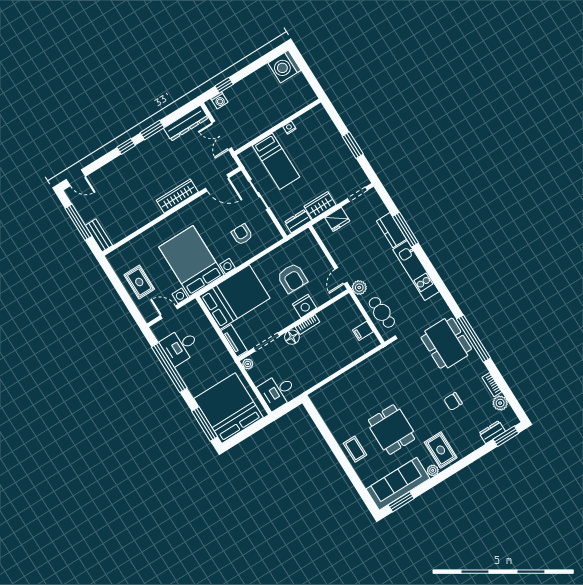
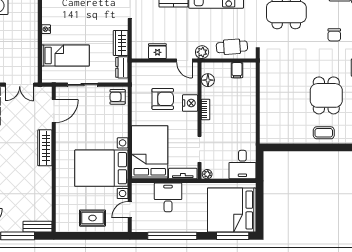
fridge: (337, 219) -> (157, 51), moved, turned -90
armchair: (242, 234) -> (118, 97), moved
floor lamp: (292, 337) -> (208, 80), moved
desk: (180, 346) -> (168, 197), moved, turned 180
dining table: (392, 430) -> (326, 95), turned 90

